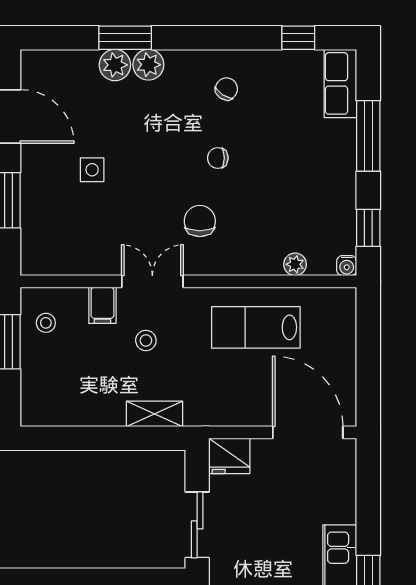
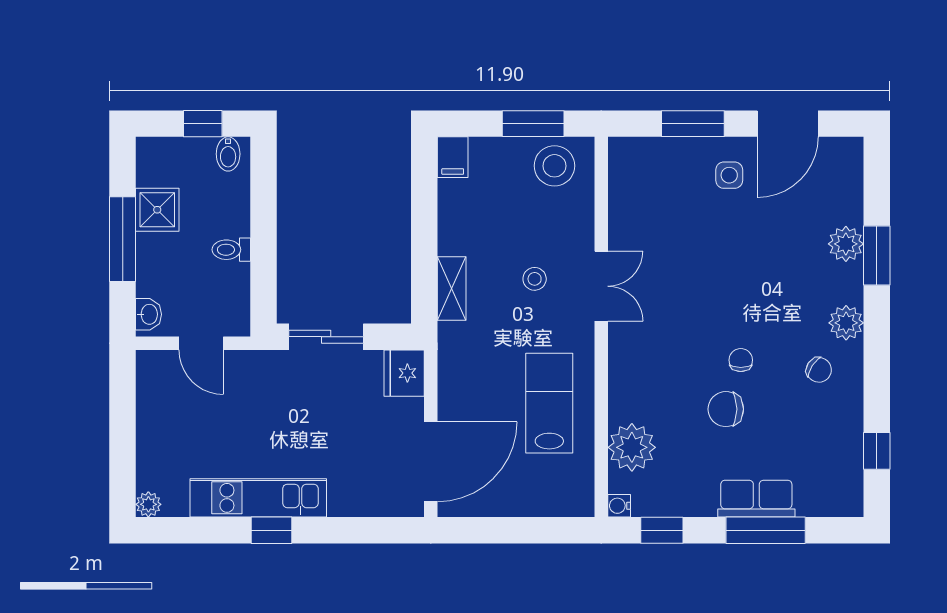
plant: (148, 65) -> (846, 323), moved
row of seats: (340, 83) -> (756, 499), moved
side table: (92, 170) -> (729, 175), moved
chair: (200, 221) -> (726, 409), moved, turned 180
plant: (295, 264) -> (632, 447), width x1.88, depth x1.88
filing cabinet: (102, 305) -> (453, 157), moved, turned -90
stool: (46, 323) -> (554, 166), width x1.89, depth x1.89

